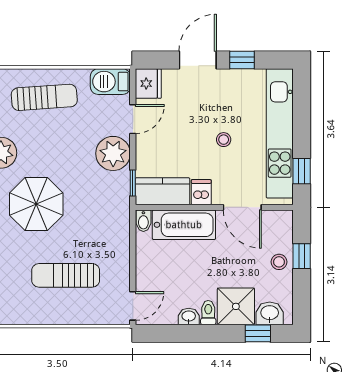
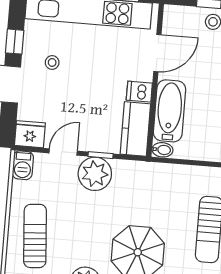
barbecue: (110, 82) -> (23, 165), width x0.73, depth x0.79
door: (133, 119) -> (63, 152), hinge flipped
stool: (224, 140) -> (52, 62), moved
window: (133, 183) -> (101, 155), moved

